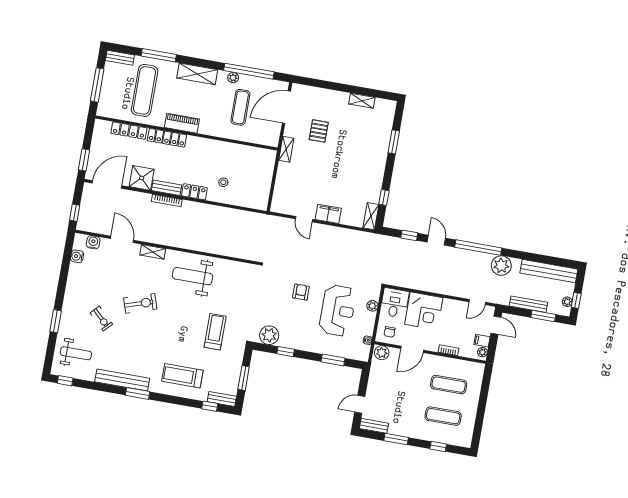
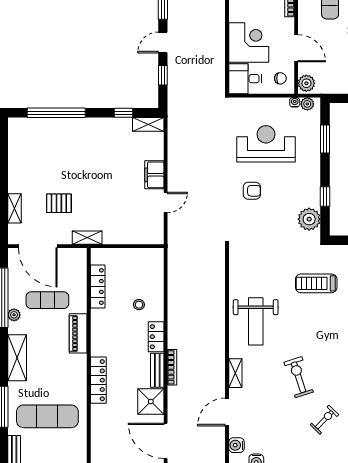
shelving: (362, 101) -> (14, 208), moved
piano: (182, 123) -> (78, 333), moved
locker: (129, 131) -> (98, 286), moved
window: (394, 142) -> (56, 113), width x2.11
armchair: (301, 292) -> (252, 191), turned 180
plant: (372, 306) -> (307, 104), moved

